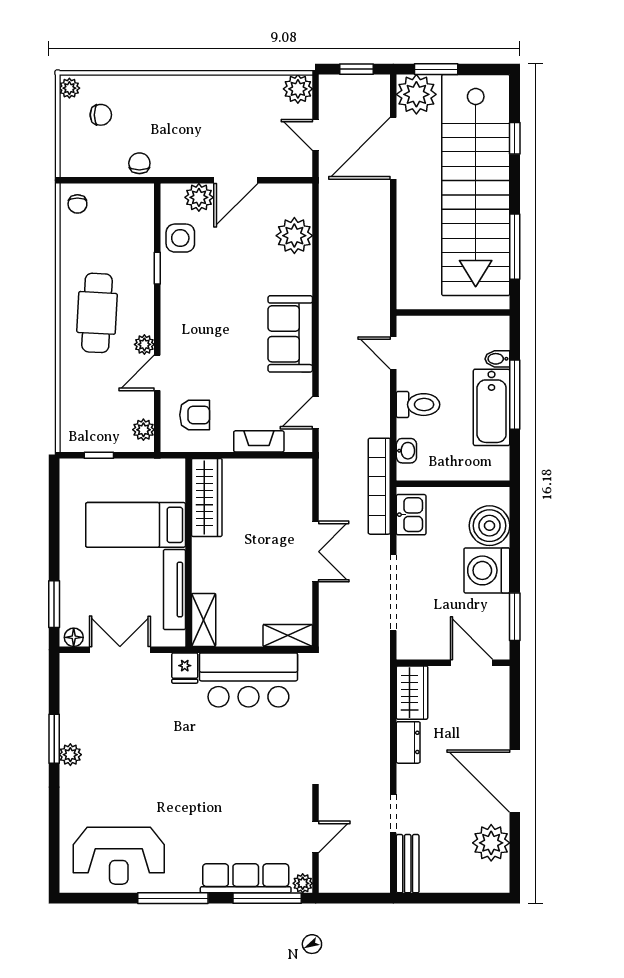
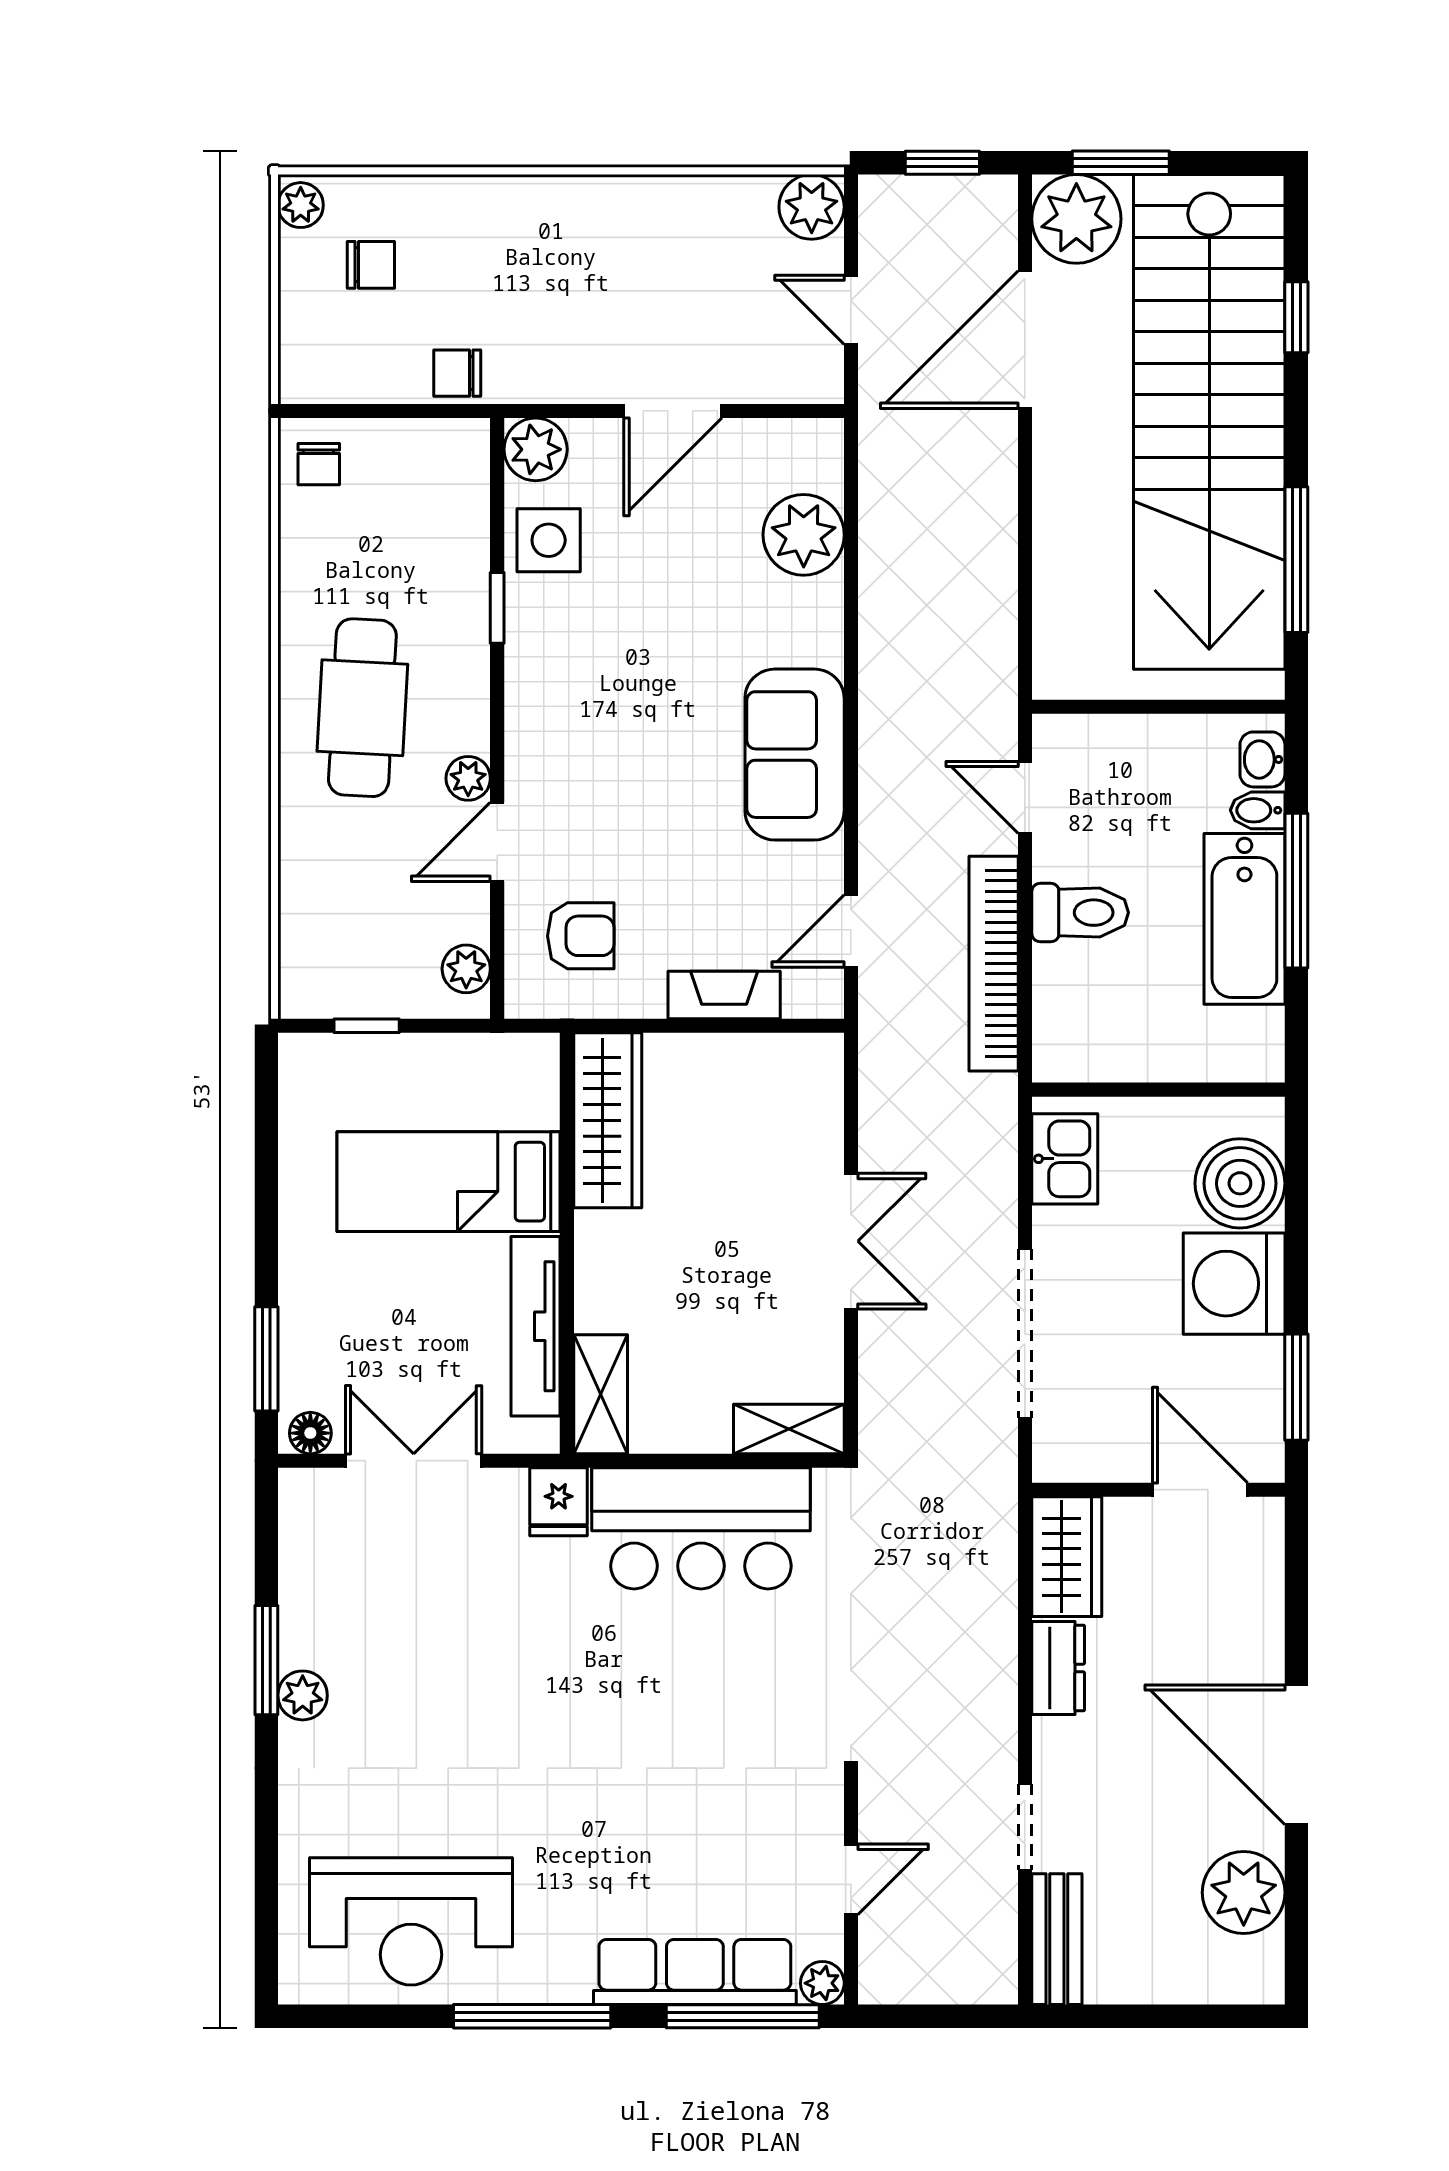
chair: (139, 163) -> (457, 373), turned -90
plant: (199, 197) -> (536, 449), moved
washbasin: (406, 451) -> (1262, 759), moved, turned 180
bookcase: (379, 486) -> (994, 964), moved

